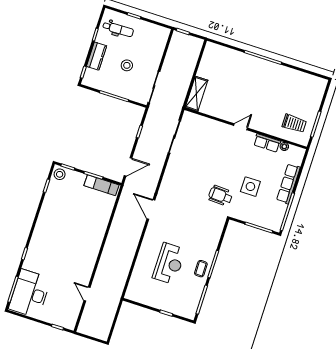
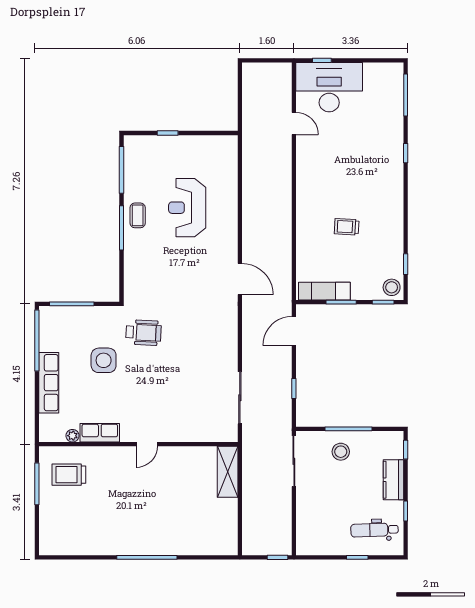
stool: (127, 65) -> (341, 452), moved
trolley: (75, 220) -> (347, 227), added
desk: (30, 294) -> (329, 87), moved, turned -90

